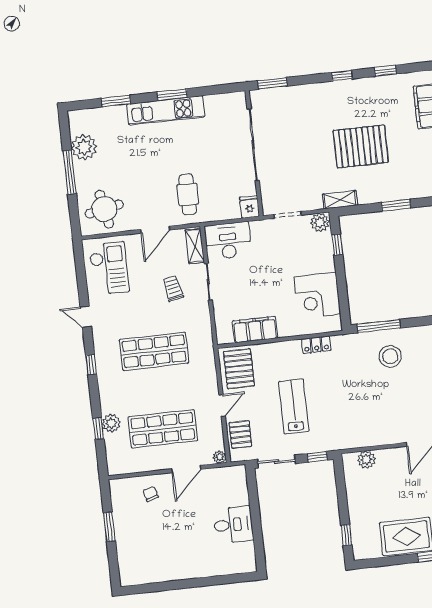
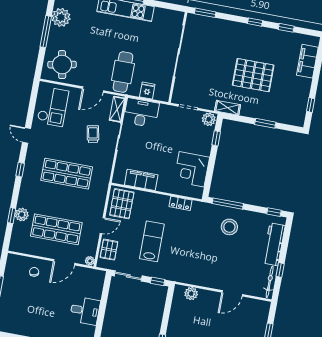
cafe table: (188, 194) -> (123, 72), width x1.37, depth x1.35
fridge: (249, 207) -> (147, 91), moved

